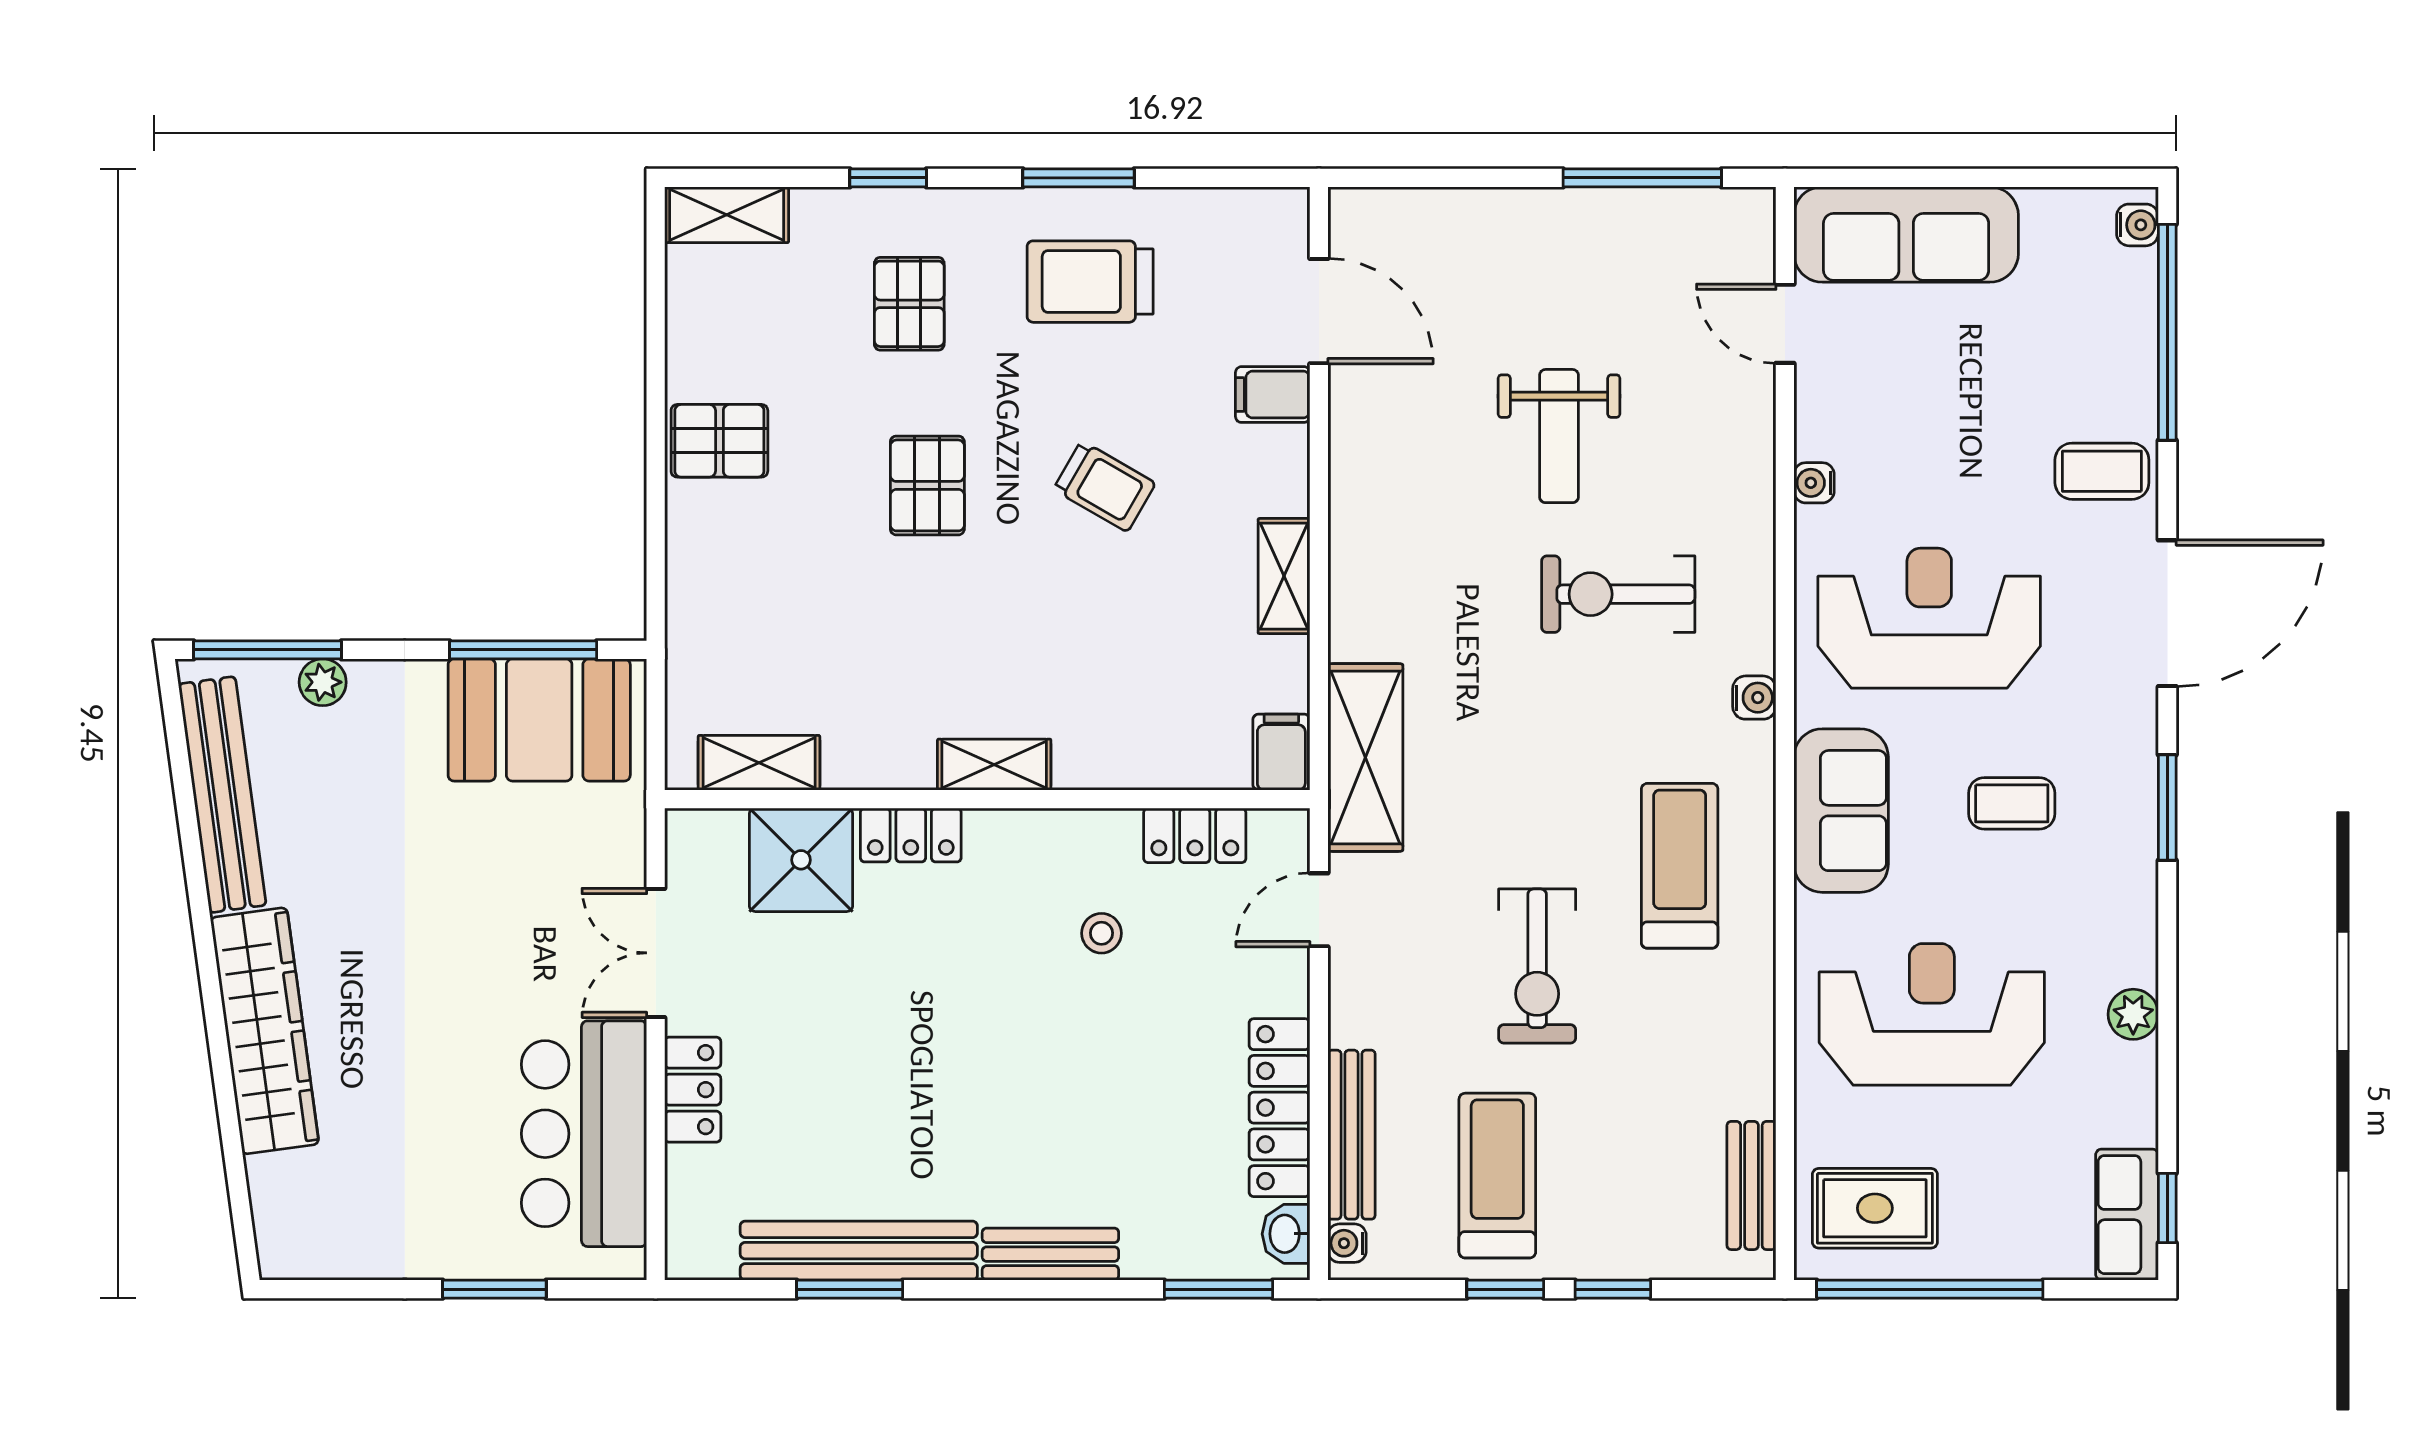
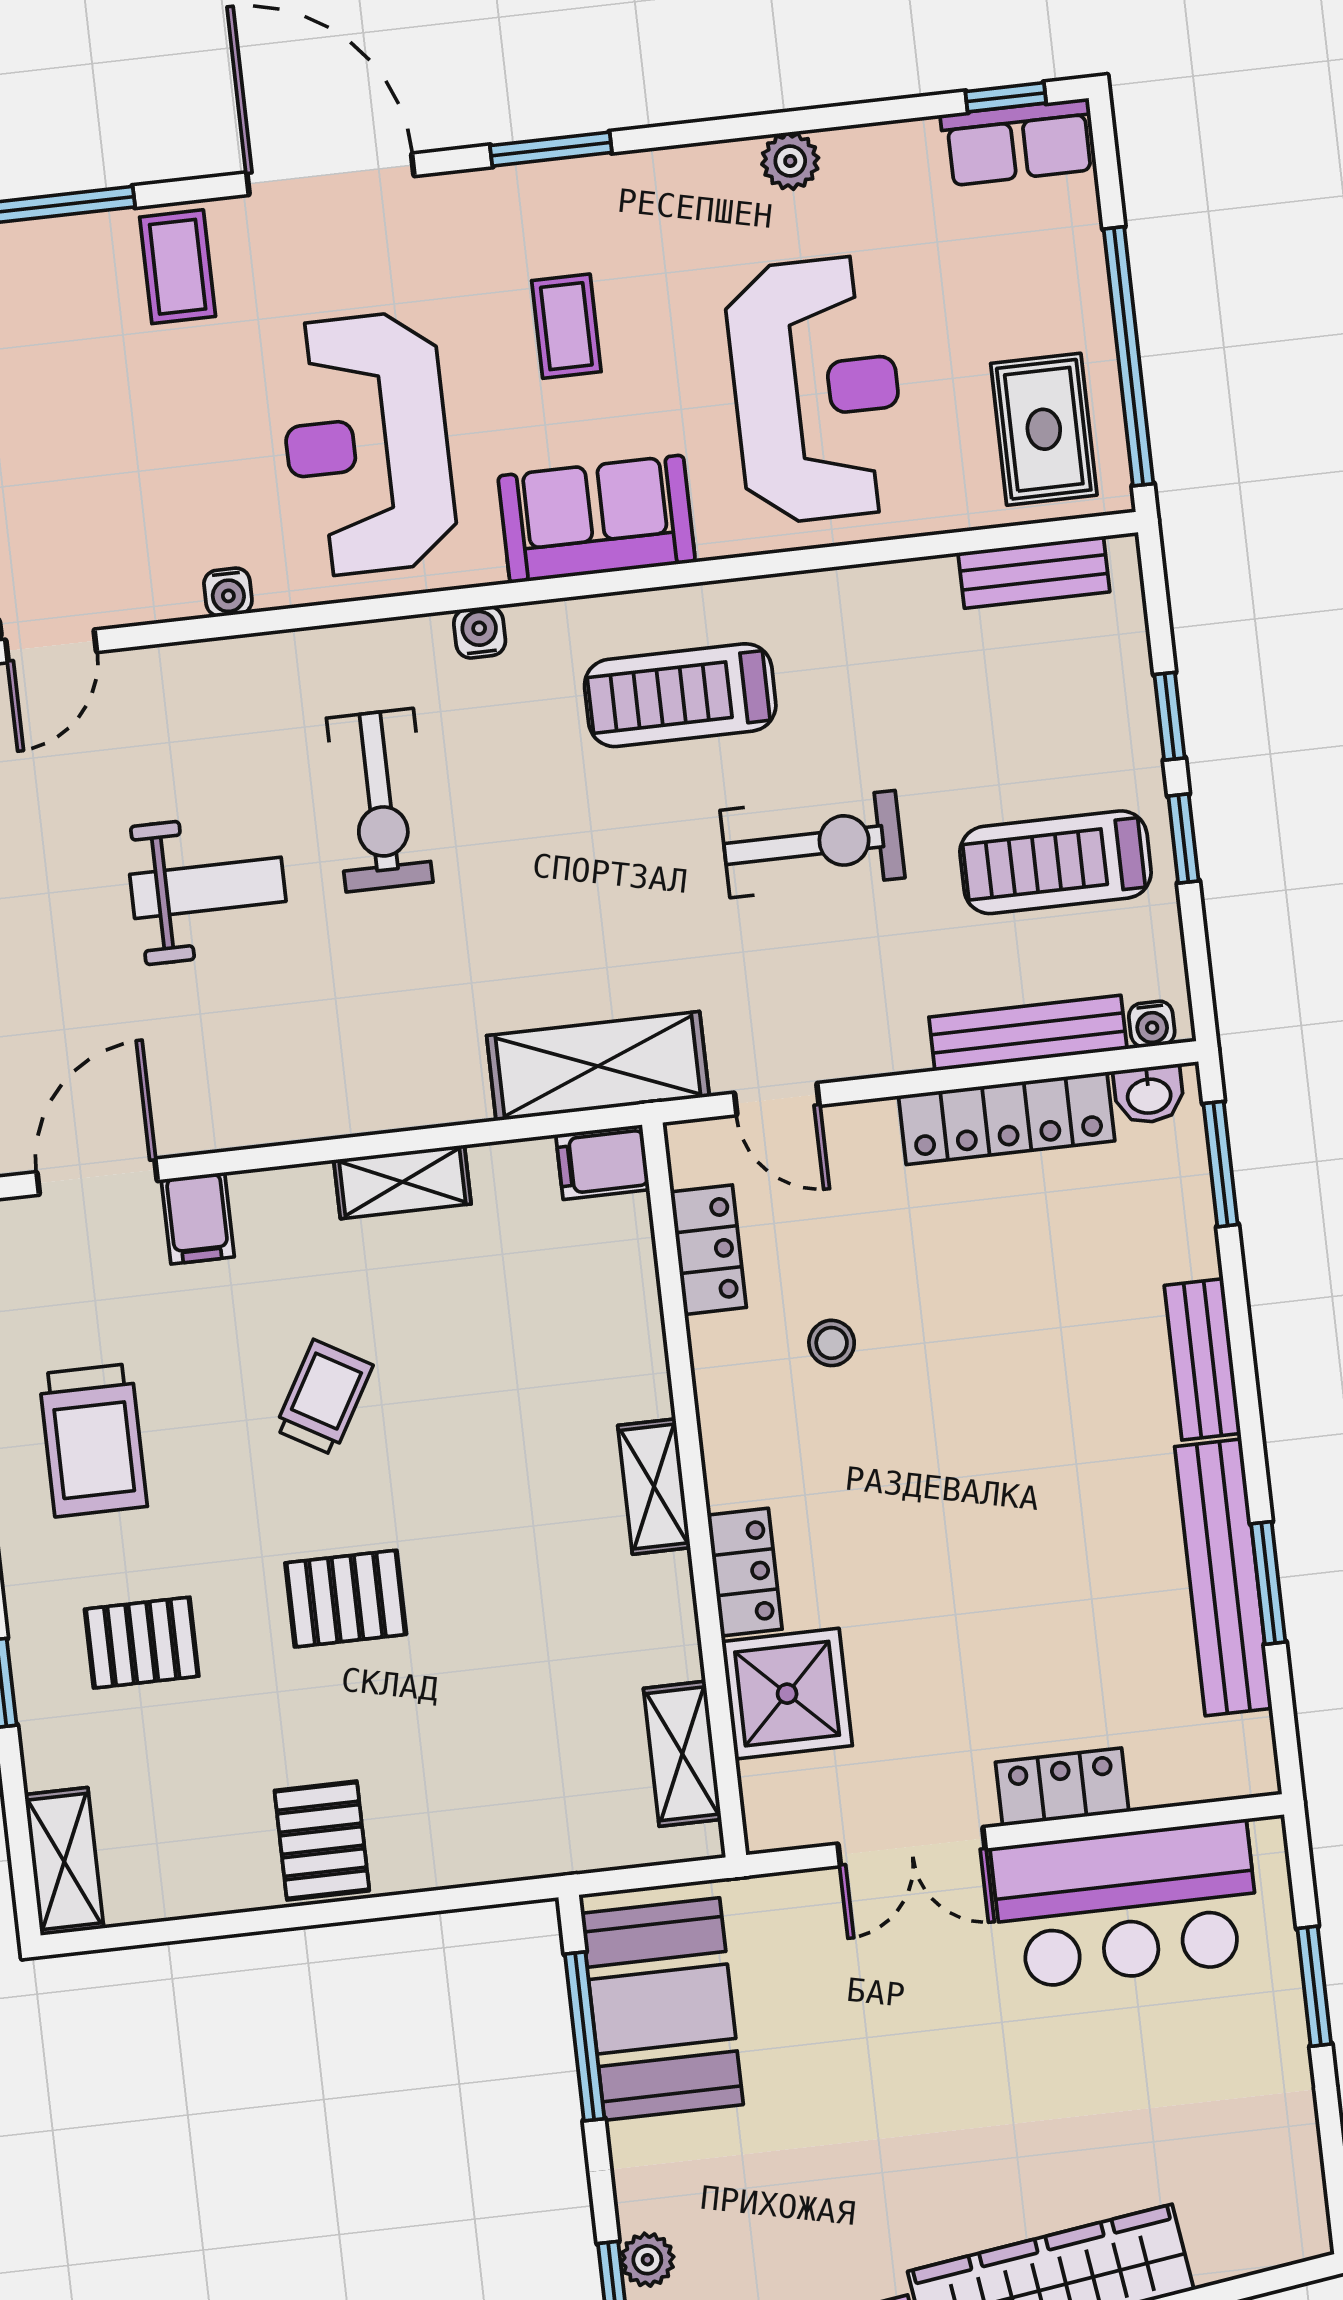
reception desk: (1932, 1014) -> (816, 390), turned 180

